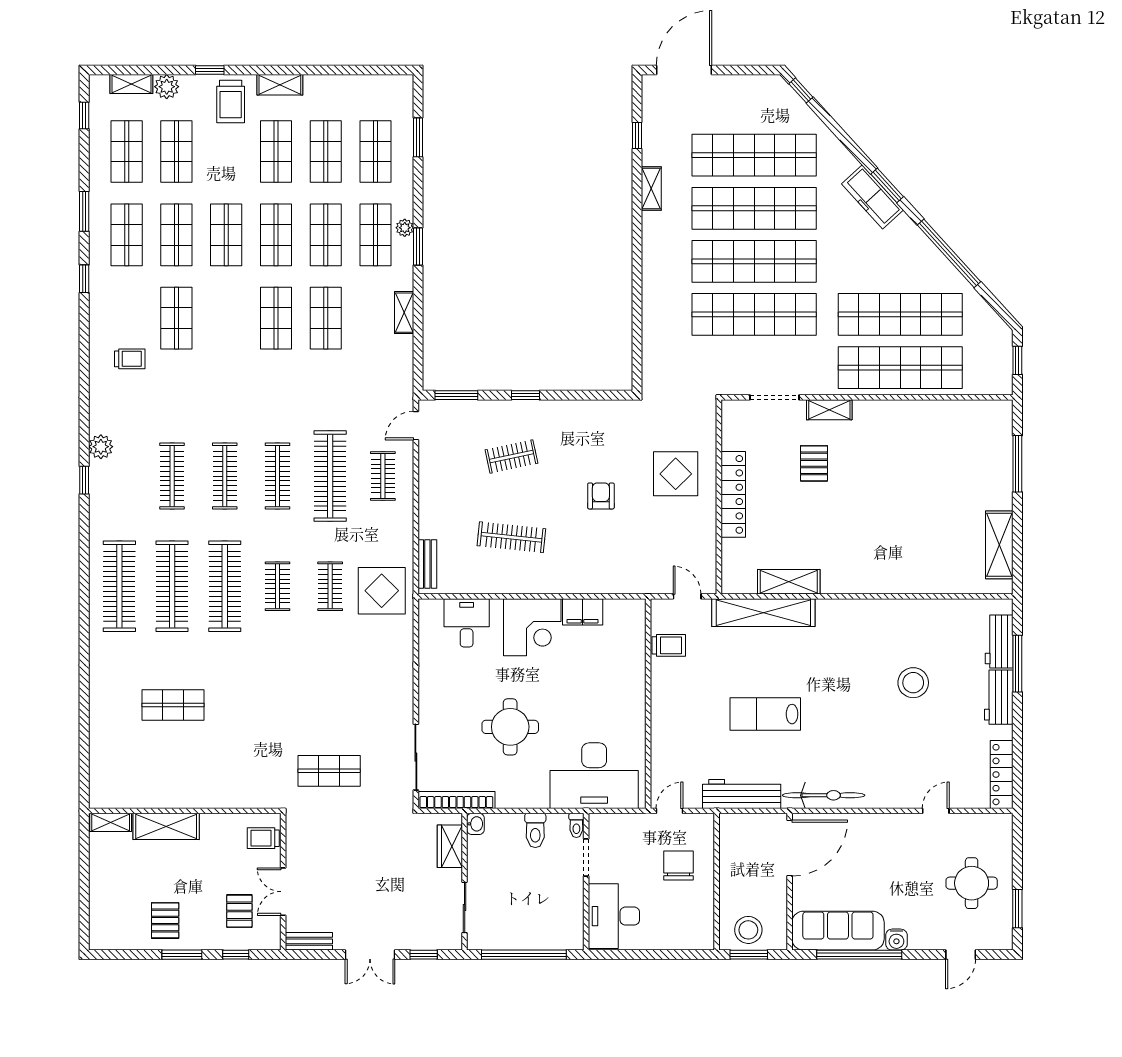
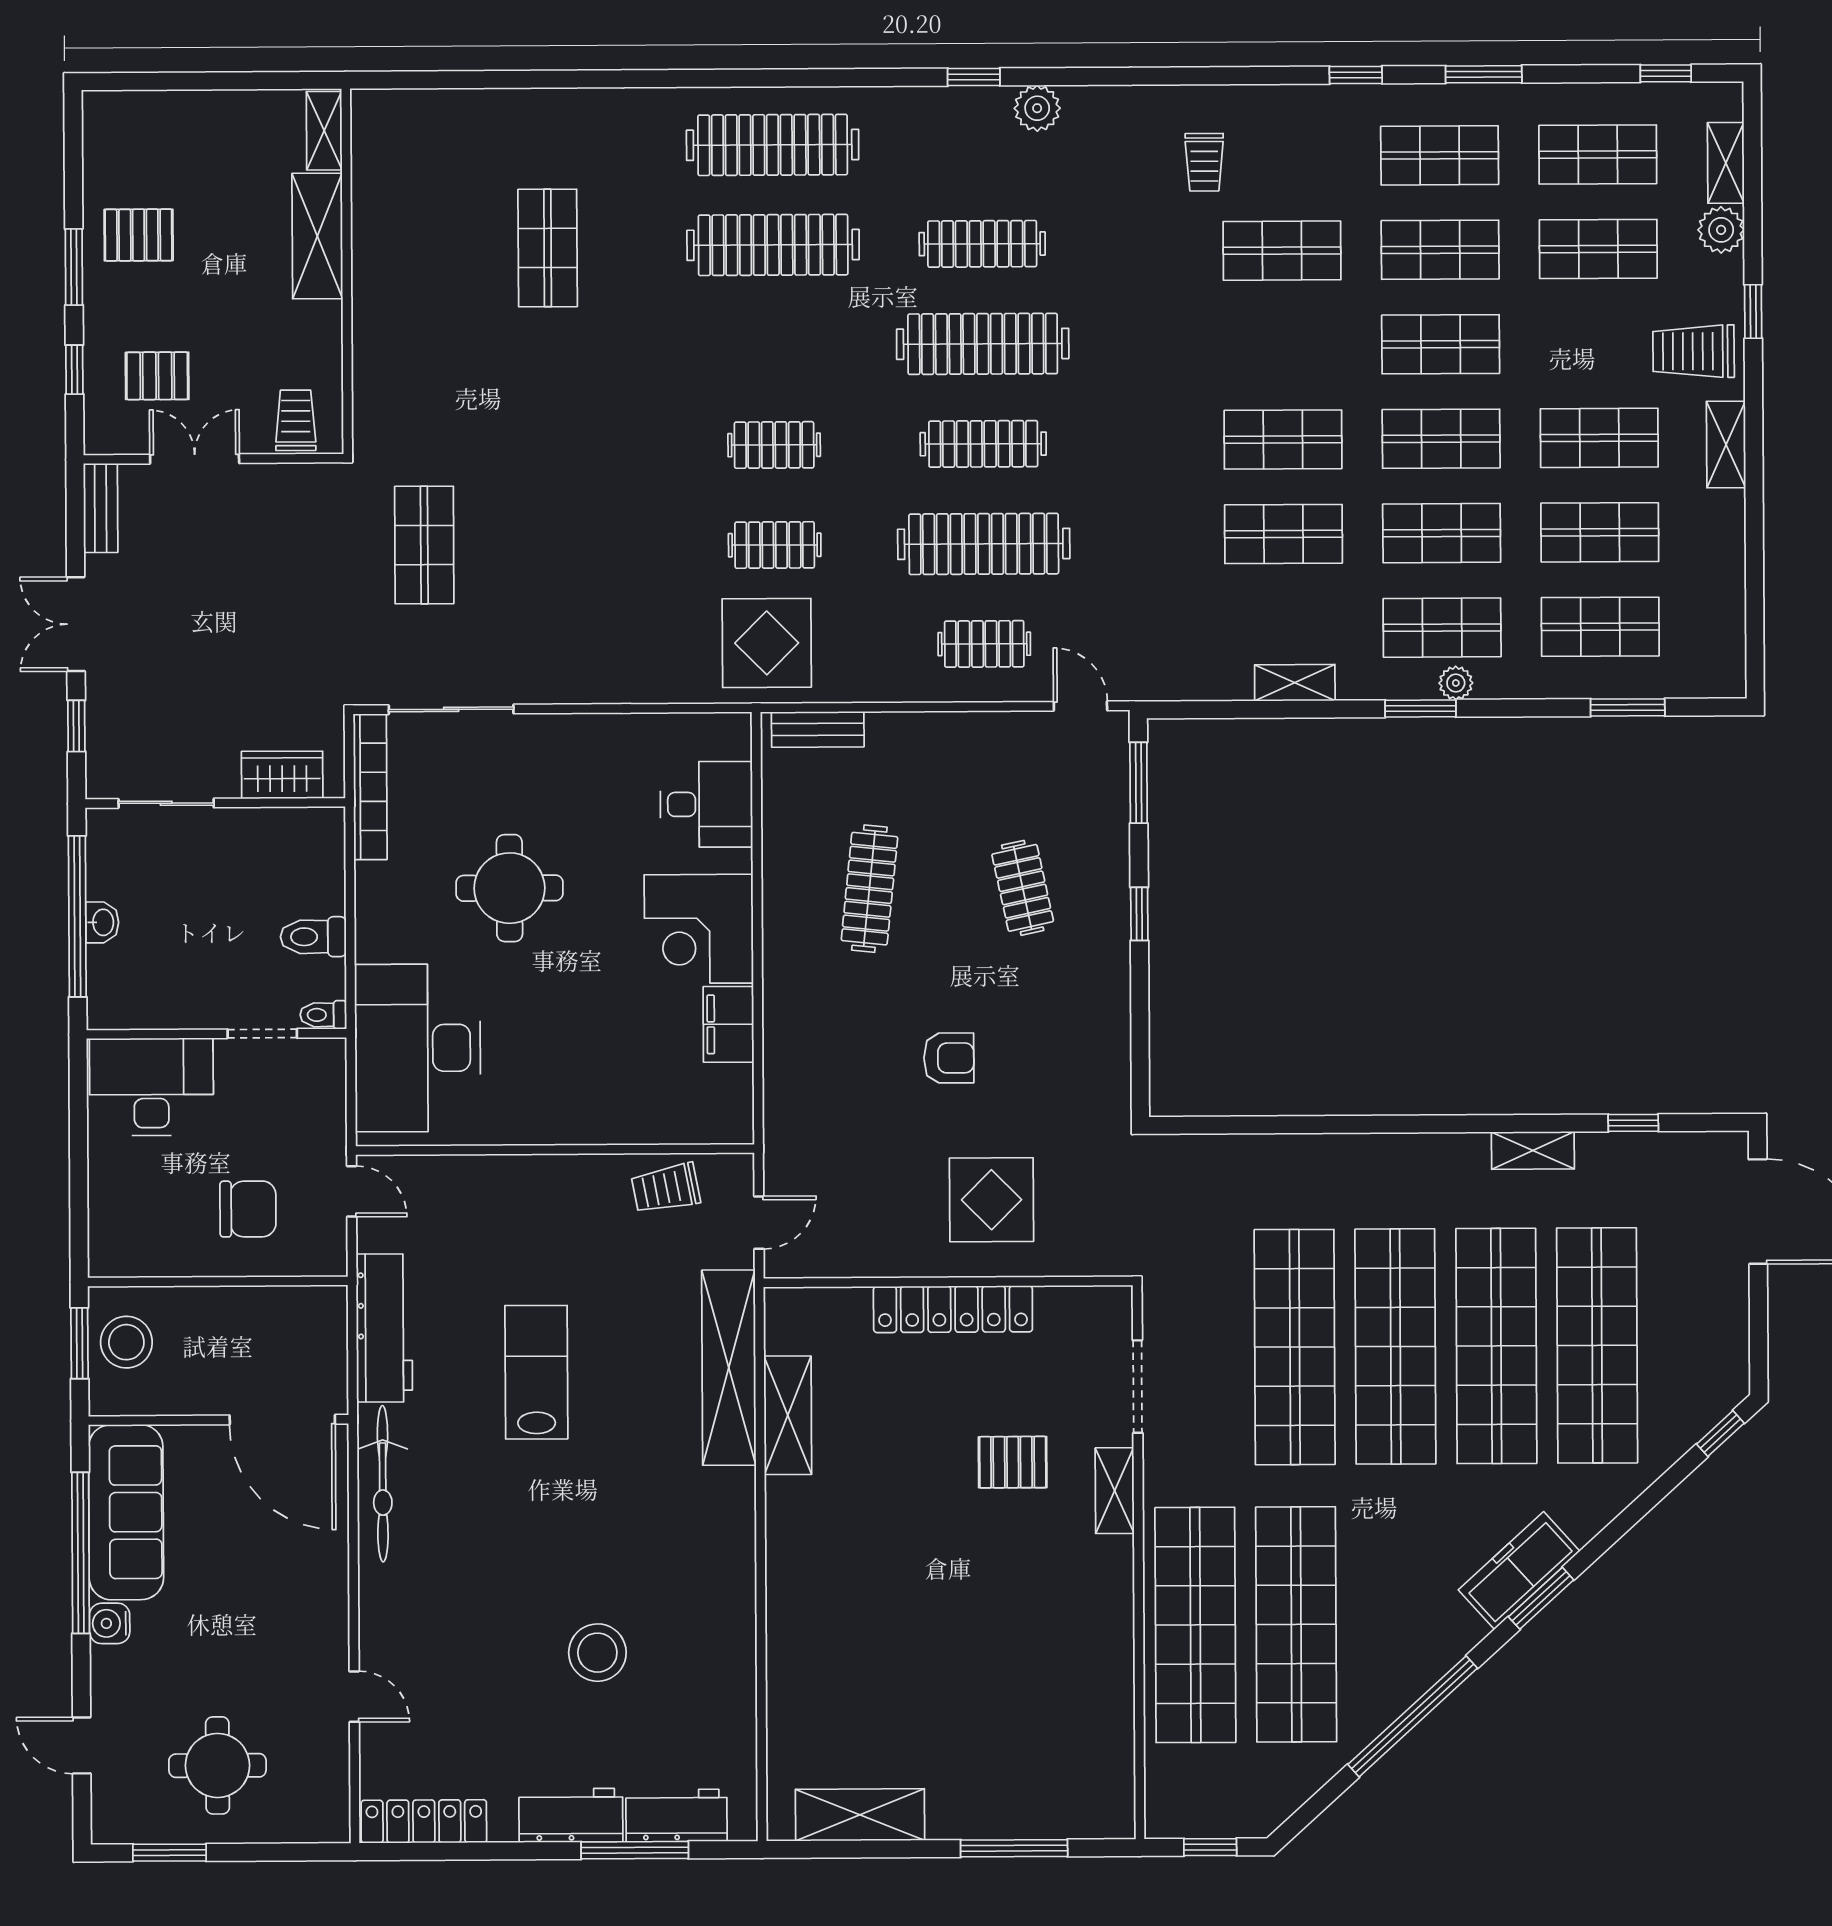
clothes rail: (225, 476) -> (983, 344), width x1.37, depth x1.31
clothes rail: (225, 586) -> (774, 345), removed
trolley: (669, 645) -> (666, 1188), turned 79
washbasin: (475, 824) -> (102, 922), moved, turned -90

